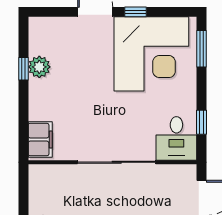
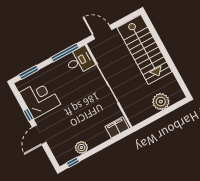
corner desk: (151, 54) -> (40, 98), width x0.74, depth x0.74
window: (23, 69) -> (73, 162), moved
window: (202, 122) -> (65, 53), width x2.17

